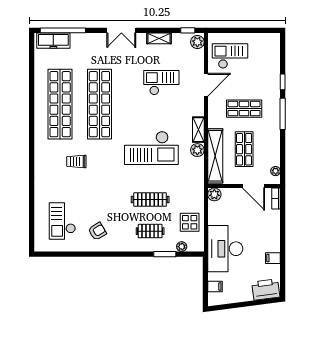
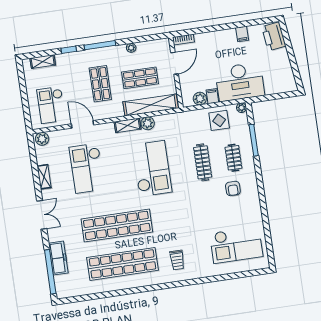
window: (188, 30) -> (32, 150), removed
freezer: (53, 41) -> (58, 258), moved
shelving: (275, 54) -> (43, 62), added
checkout: (161, 83) -> (87, 168), width x1.36, depth x1.21
trolley: (76, 161) -> (177, 260), moved
plant: (276, 171) -> (131, 48), moved
plant: (214, 194) -> (200, 99), moved
checkout: (62, 221) -> (236, 245), width x1.36, depth x1.21
armchair: (97, 231) -> (233, 188), moved, turned -149
plant: (182, 247) -> (241, 108), moved
window: (165, 254) -> (254, 140), width x1.44
filing cabinet: (215, 287) -> (212, 96), moved

